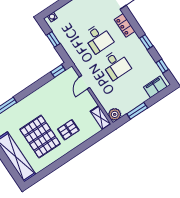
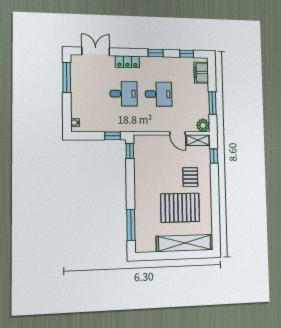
window: (53, 39) -> (112, 136), moved
door: (85, 82) -> (177, 133), moved
window: (97, 138) -> (214, 156), added

